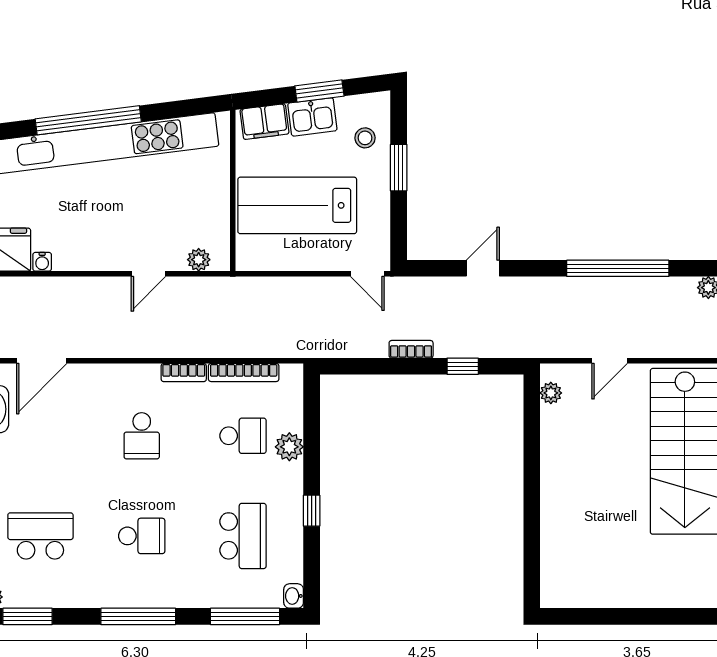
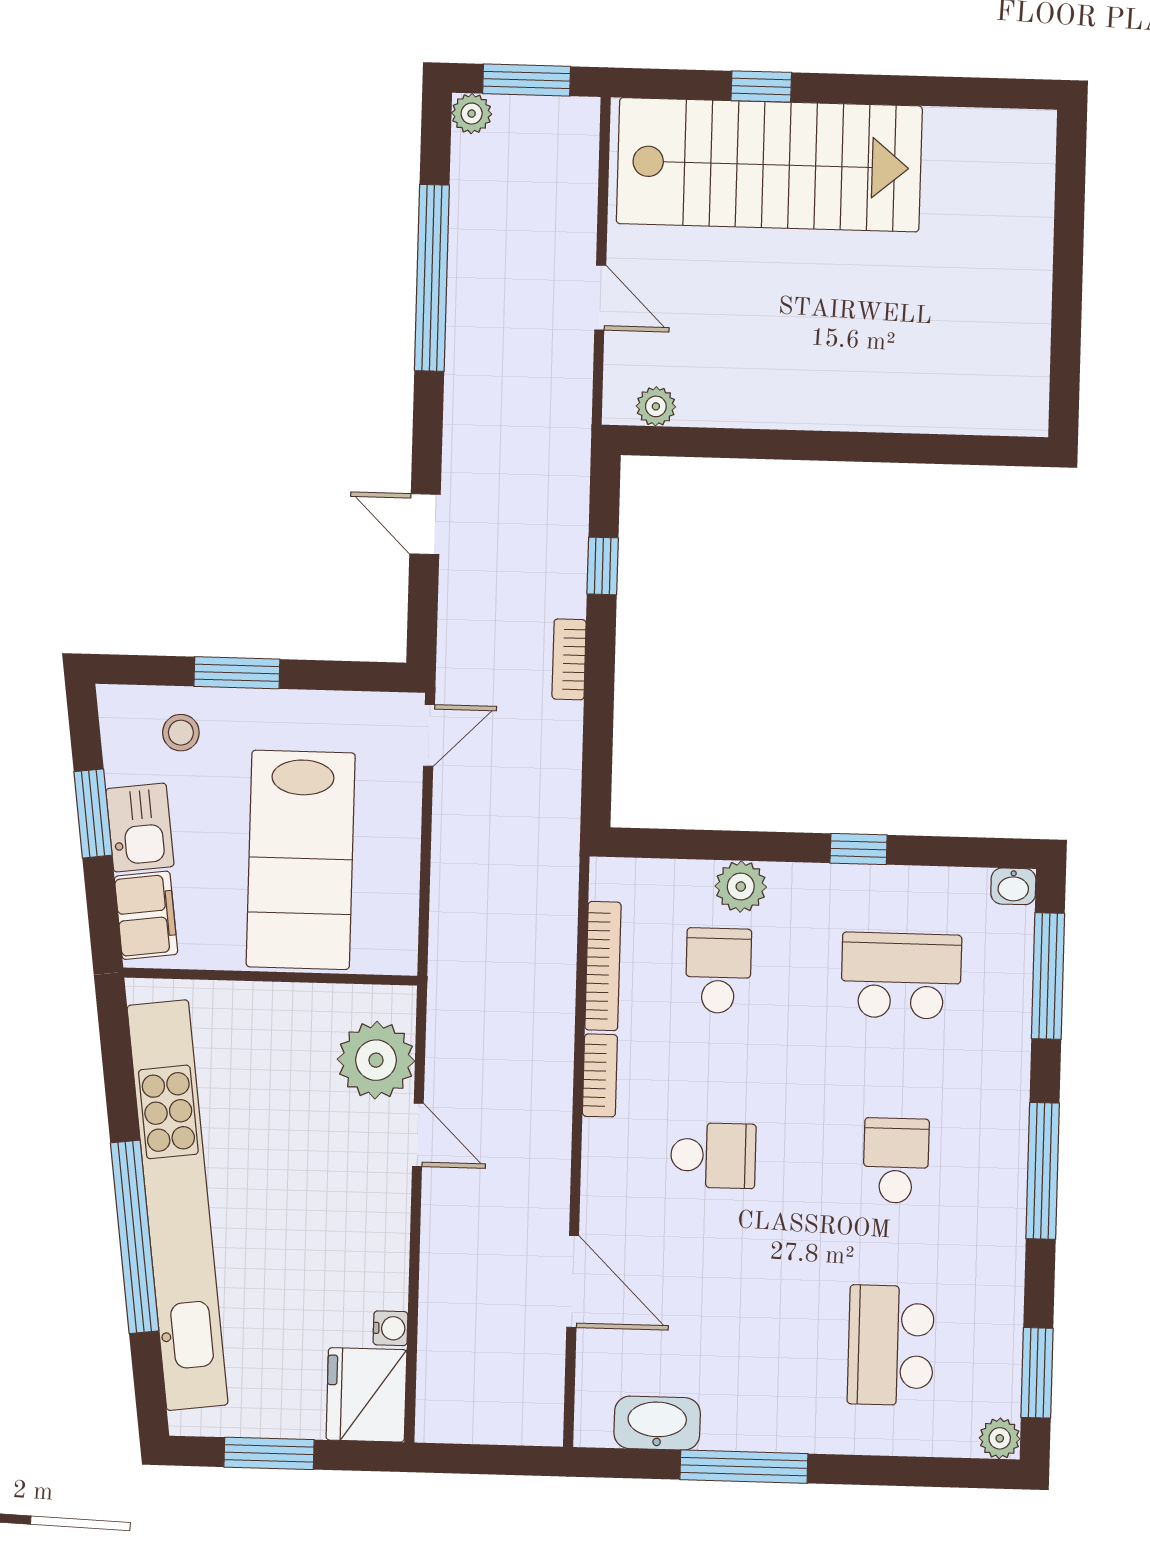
plant: (199, 260) -> (376, 1060), width x1.88, depth x1.88
door: (42, 361) -> (573, 1281), moved

